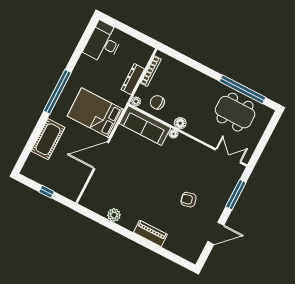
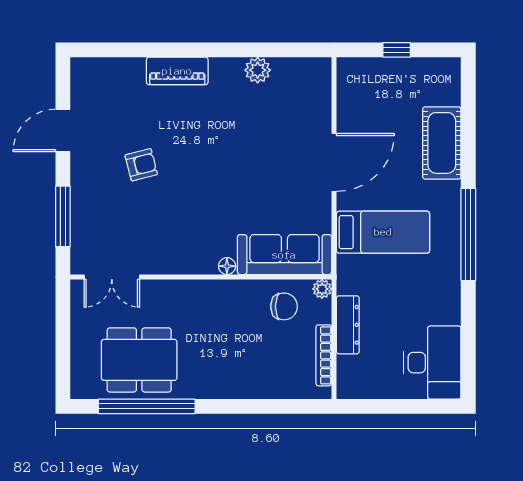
bed: (95, 113) -> (383, 232), width x0.67
floor lamp: (180, 123) -> (225, 291), removed

